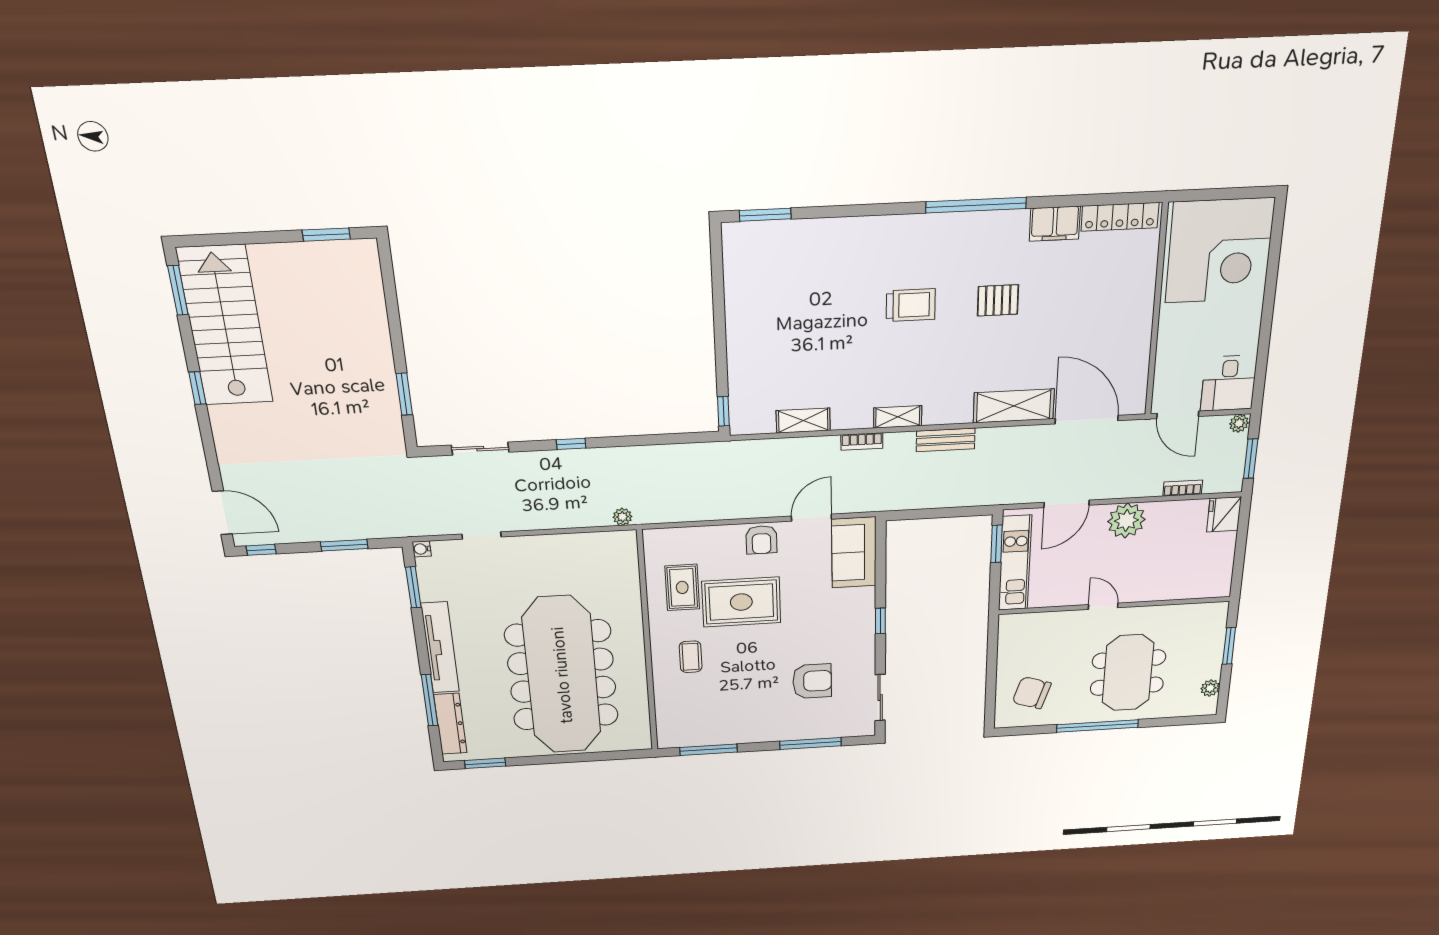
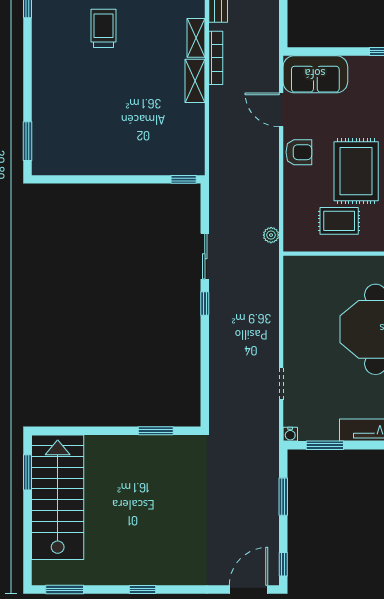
stairs: (225, 326) -> (58, 497), moved, turned 90
shelving: (803, 421) -> (195, 81), moved
bookcase: (862, 442) -> (216, 58), width x1.56
sliding door: (480, 449) -> (205, 256), moved
plant: (622, 517) -> (271, 235), moved

